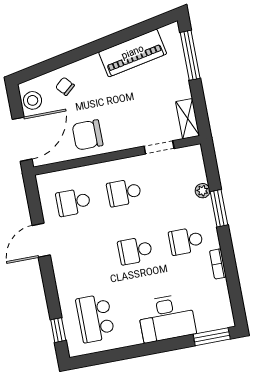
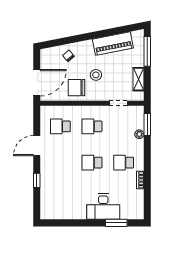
stool: (33, 100) -> (96, 75), moved
shelving: (188, 119) -> (138, 79), moved
window: (219, 208) -> (147, 124), moved
school desk: (95, 318) -> (60, 199), removed
window: (58, 330) -> (37, 180), moved
window: (212, 337) -> (116, 223), moved

